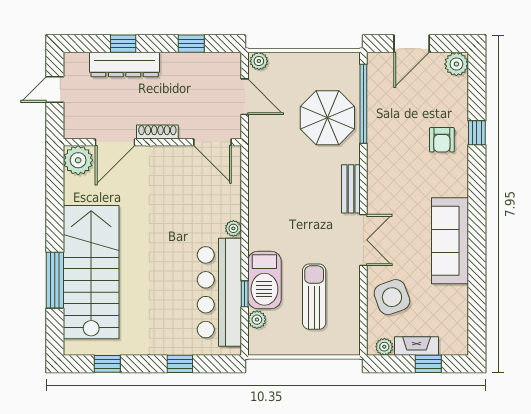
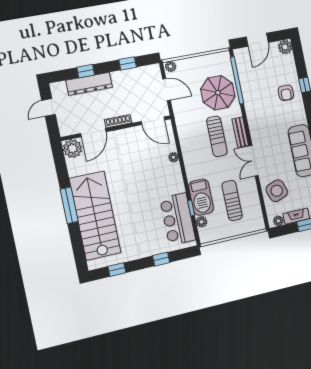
sun lounger: (311, 188) -> (217, 136), added
plant: (233, 228) -> (173, 157), moved
double door: (363, 240) -> (254, 161), swing flipped
window: (55, 280) -> (69, 205), moved
bar counter: (219, 292) -> (178, 219), width x0.73

